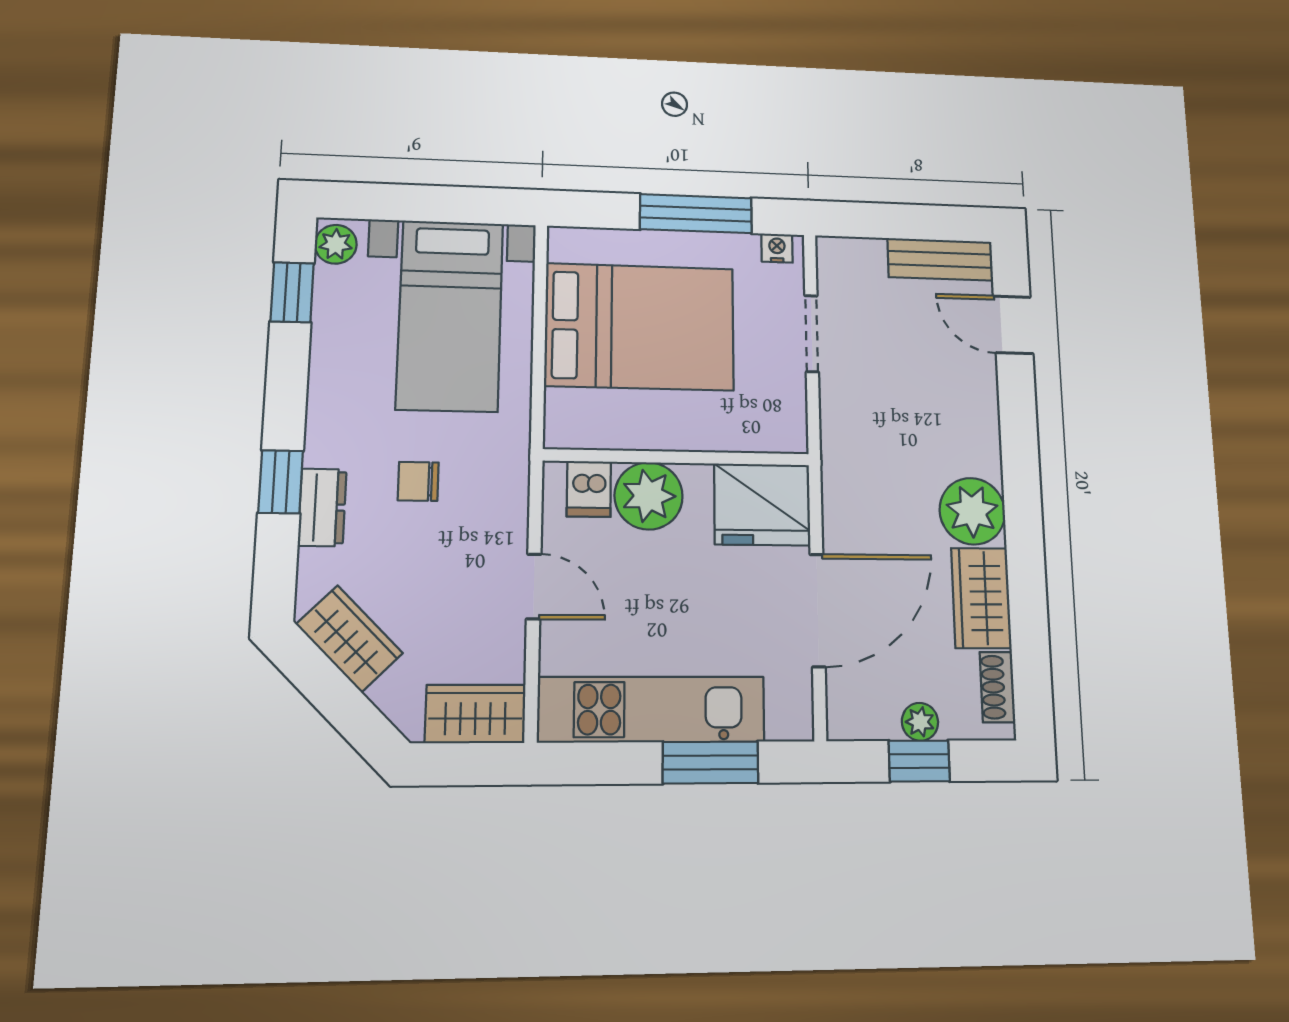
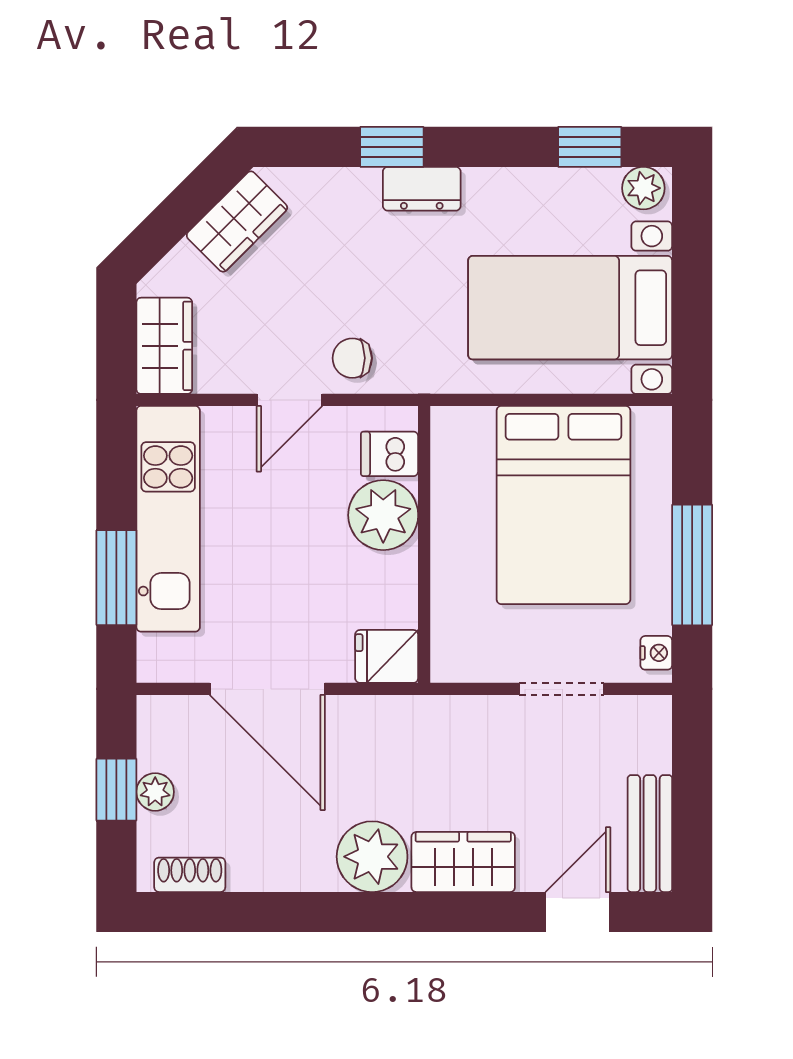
chair: (418, 481) -> (352, 358), moved, turned -90
fridge: (762, 504) -> (387, 656), width x0.53, depth x0.75
dresser: (322, 507) -> (422, 189), moved
wardrobe: (981, 598) -> (463, 862), moved

